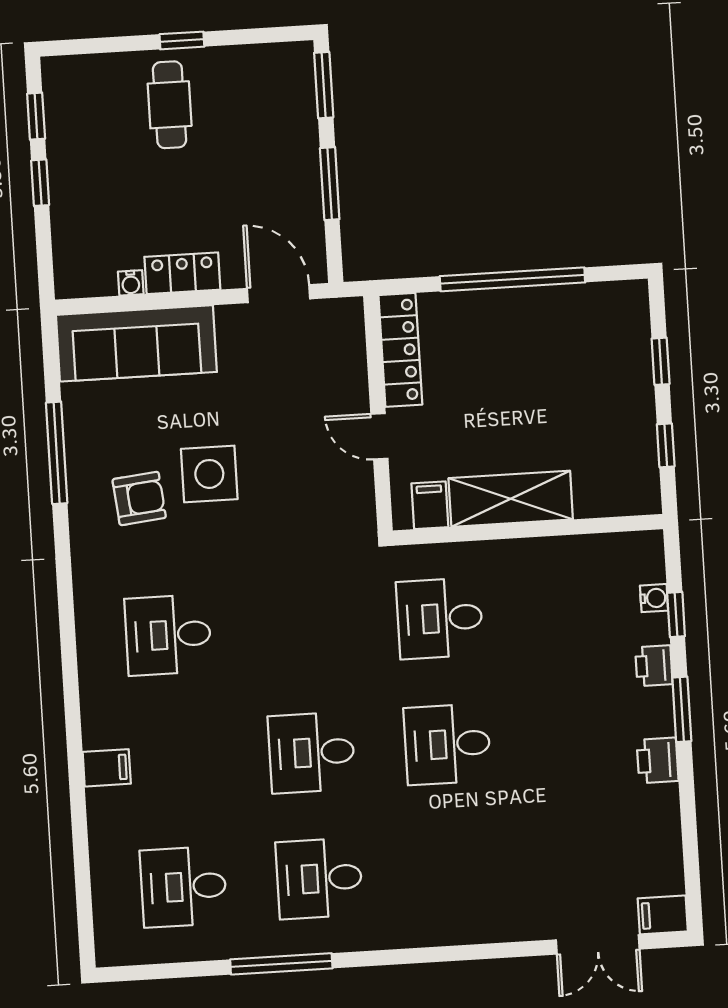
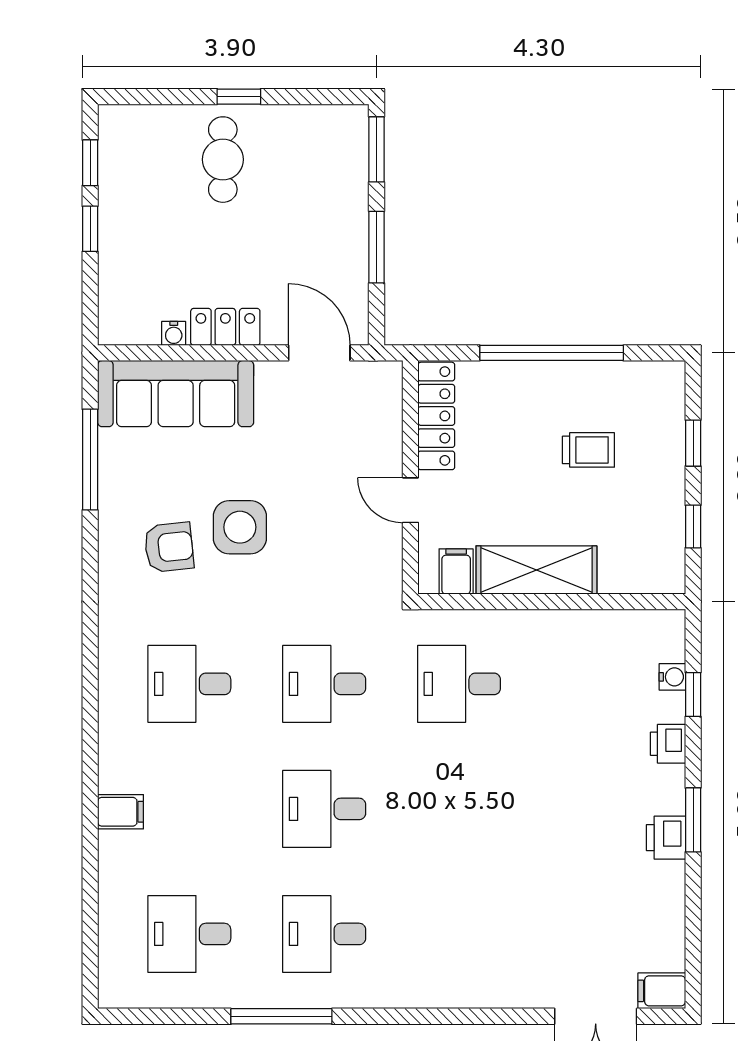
trolley: (556, 375) -> (588, 450), added
window: (57, 453) -> (90, 460), moved
window: (682, 709) -> (693, 820), moved
desk: (447, 744) -> (324, 684), moved

